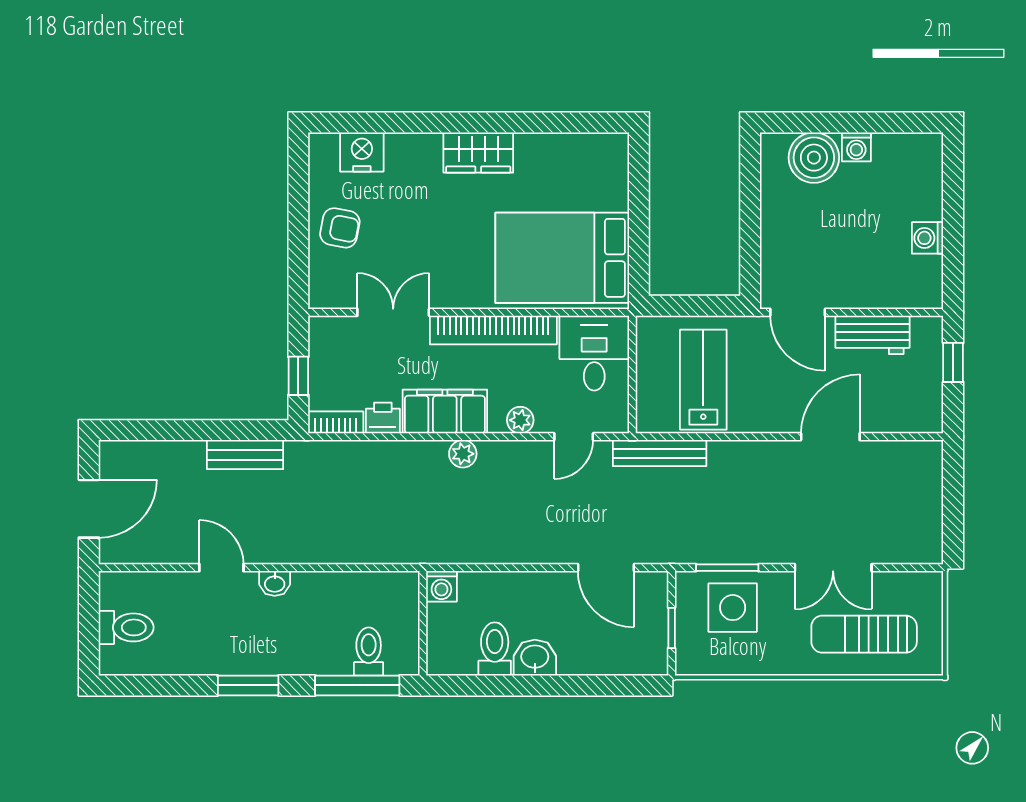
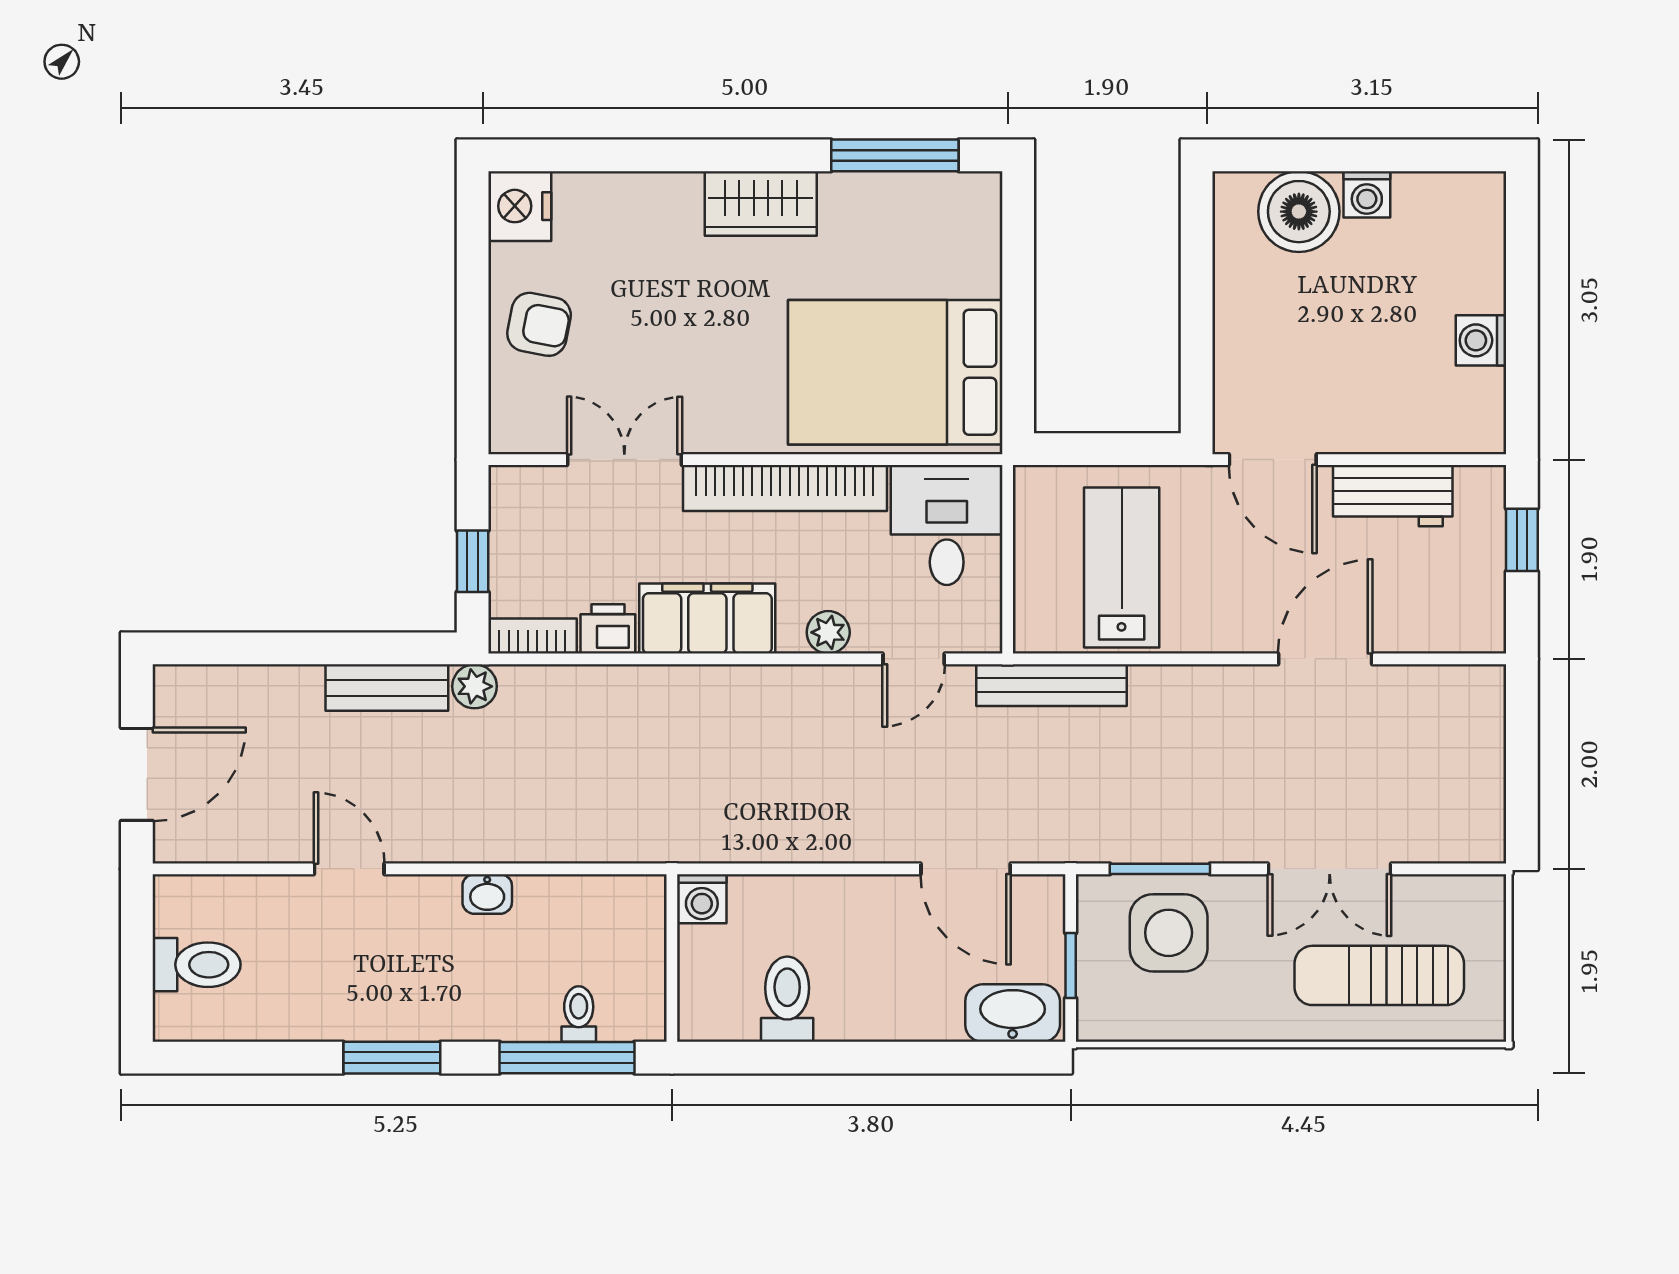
window: (562, 122) -> (895, 155), added
nightstand: (362, 152) -> (520, 206), moved, turned -90
plant: (463, 454) -> (475, 686), moved
washbasin: (275, 583) -> (487, 894), moved
toilet: (369, 652) -> (579, 1014), width x0.73, depth x0.72
washbasin: (535, 658) -> (1013, 1013), moved, width x1.38

